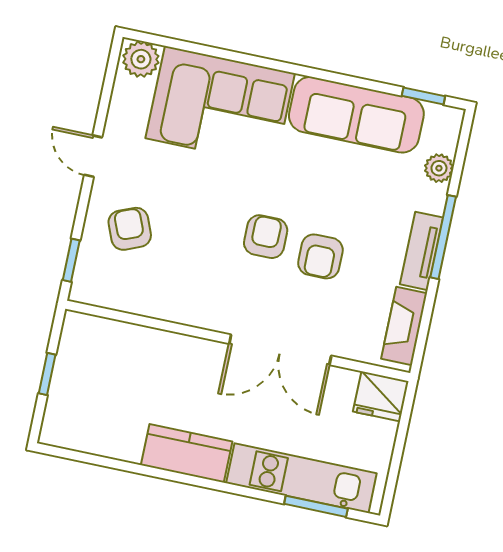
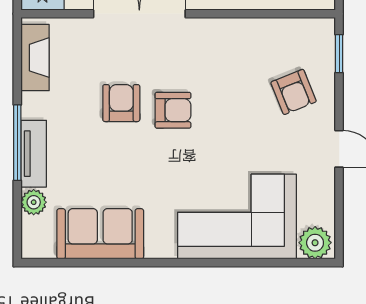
window: (423, 96) -> (61, 263), removed
sofa: (356, 115) -> (100, 234), width x0.73
armchair: (266, 237) -> (173, 110), turned -90
tv unit: (422, 251) -> (34, 154), moved

